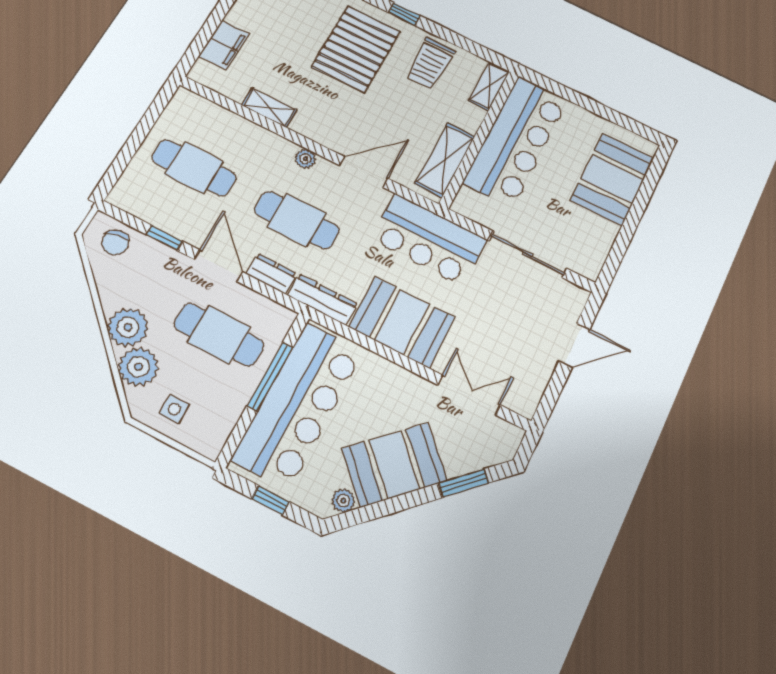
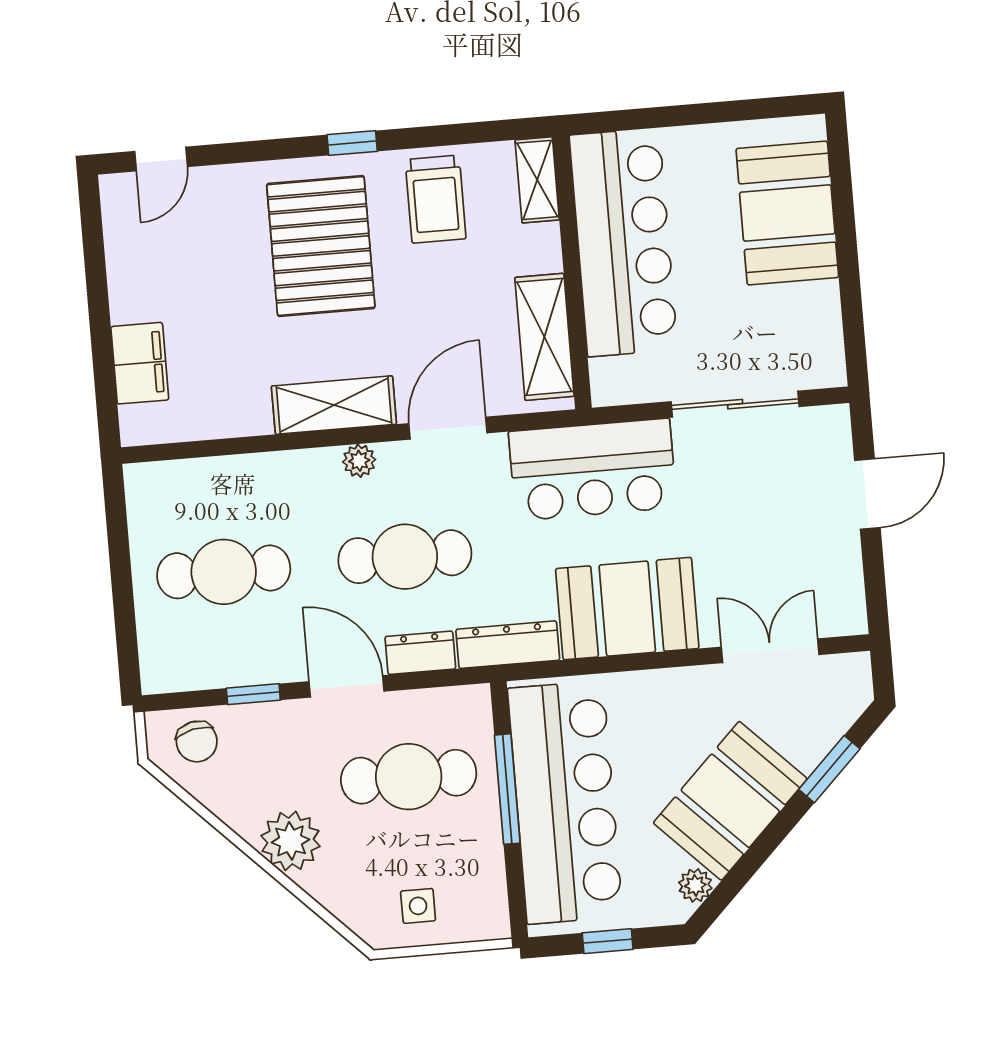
shelving: (269, 107) -> (334, 405), moved, width x1.50, depth x1.33
plant: (138, 367) -> (338, 882), removed

